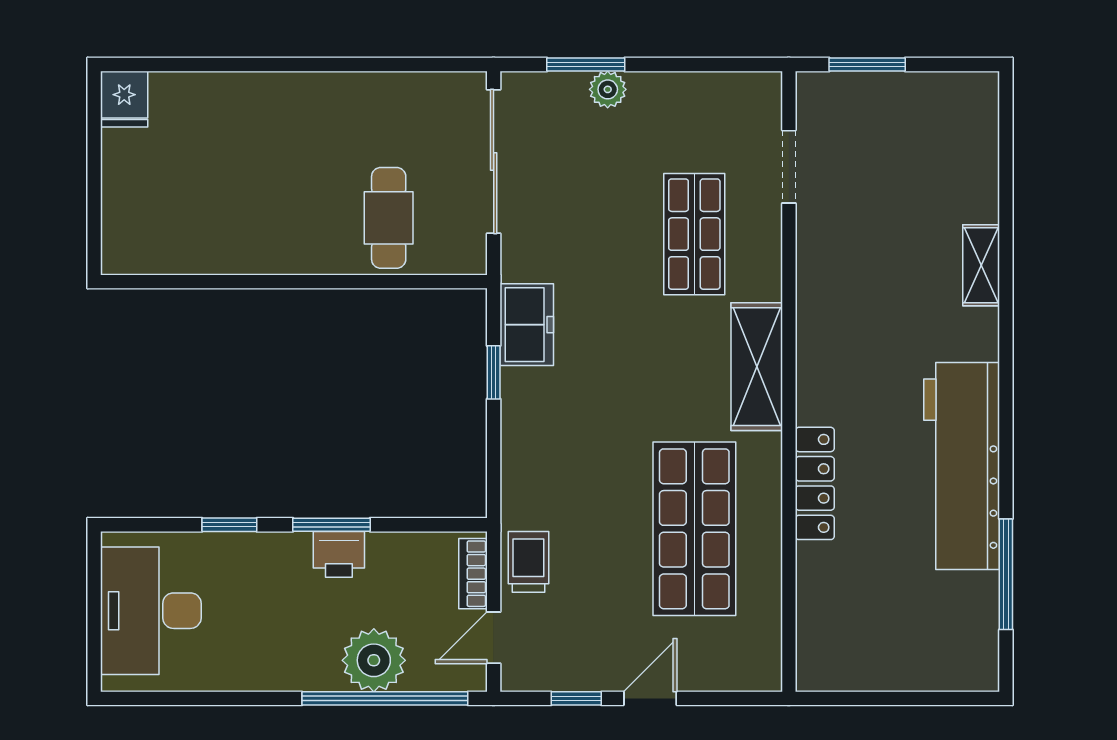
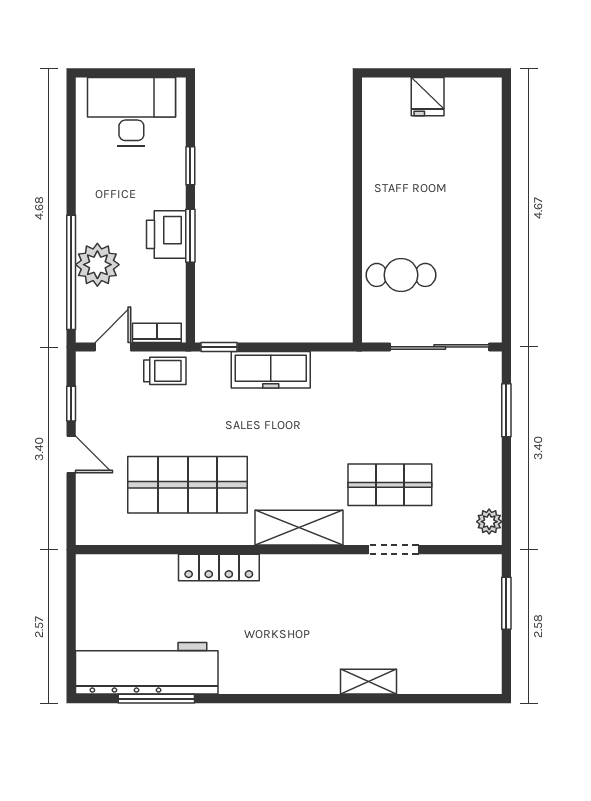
plant: (608, 89) -> (489, 522), moved
fridge: (124, 99) -> (428, 97), moved, turned -90
doorway: (789, 167) -> (393, 550), moved
freezer: (527, 325) -> (271, 370), moved, width x1.40
window: (494, 372) -> (219, 347), moved
workbench: (962, 466) -> (147, 668), moved
printer: (339, 554) -> (166, 234), width x1.36, depth x1.24
door: (494, 638) -> (113, 347), hinge flipped

